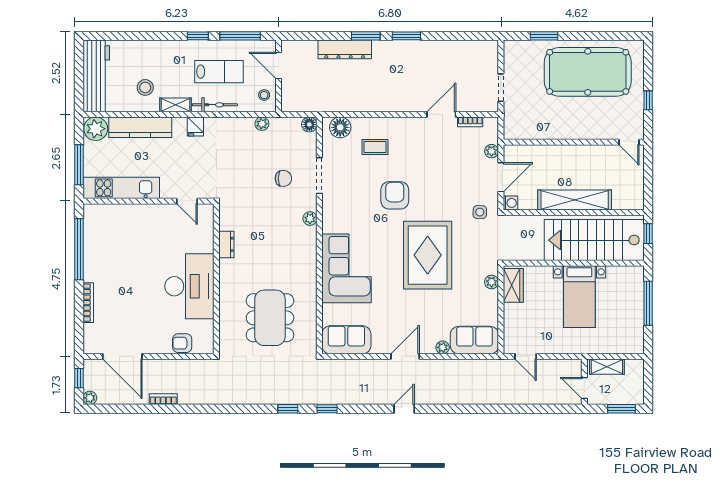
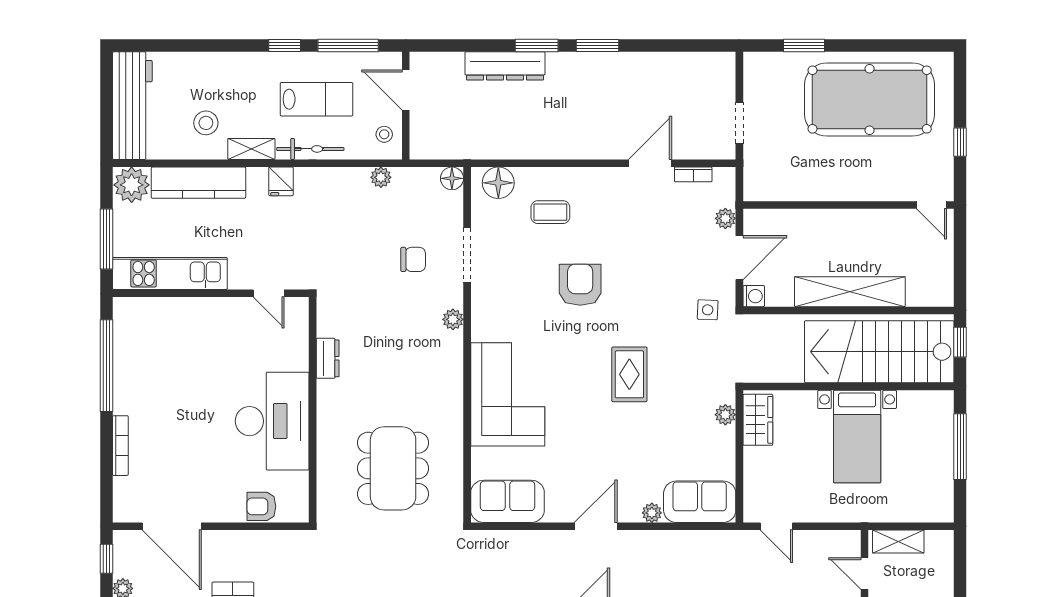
rug: (428, 255) -> (629, 374), width x0.54, depth x0.49

